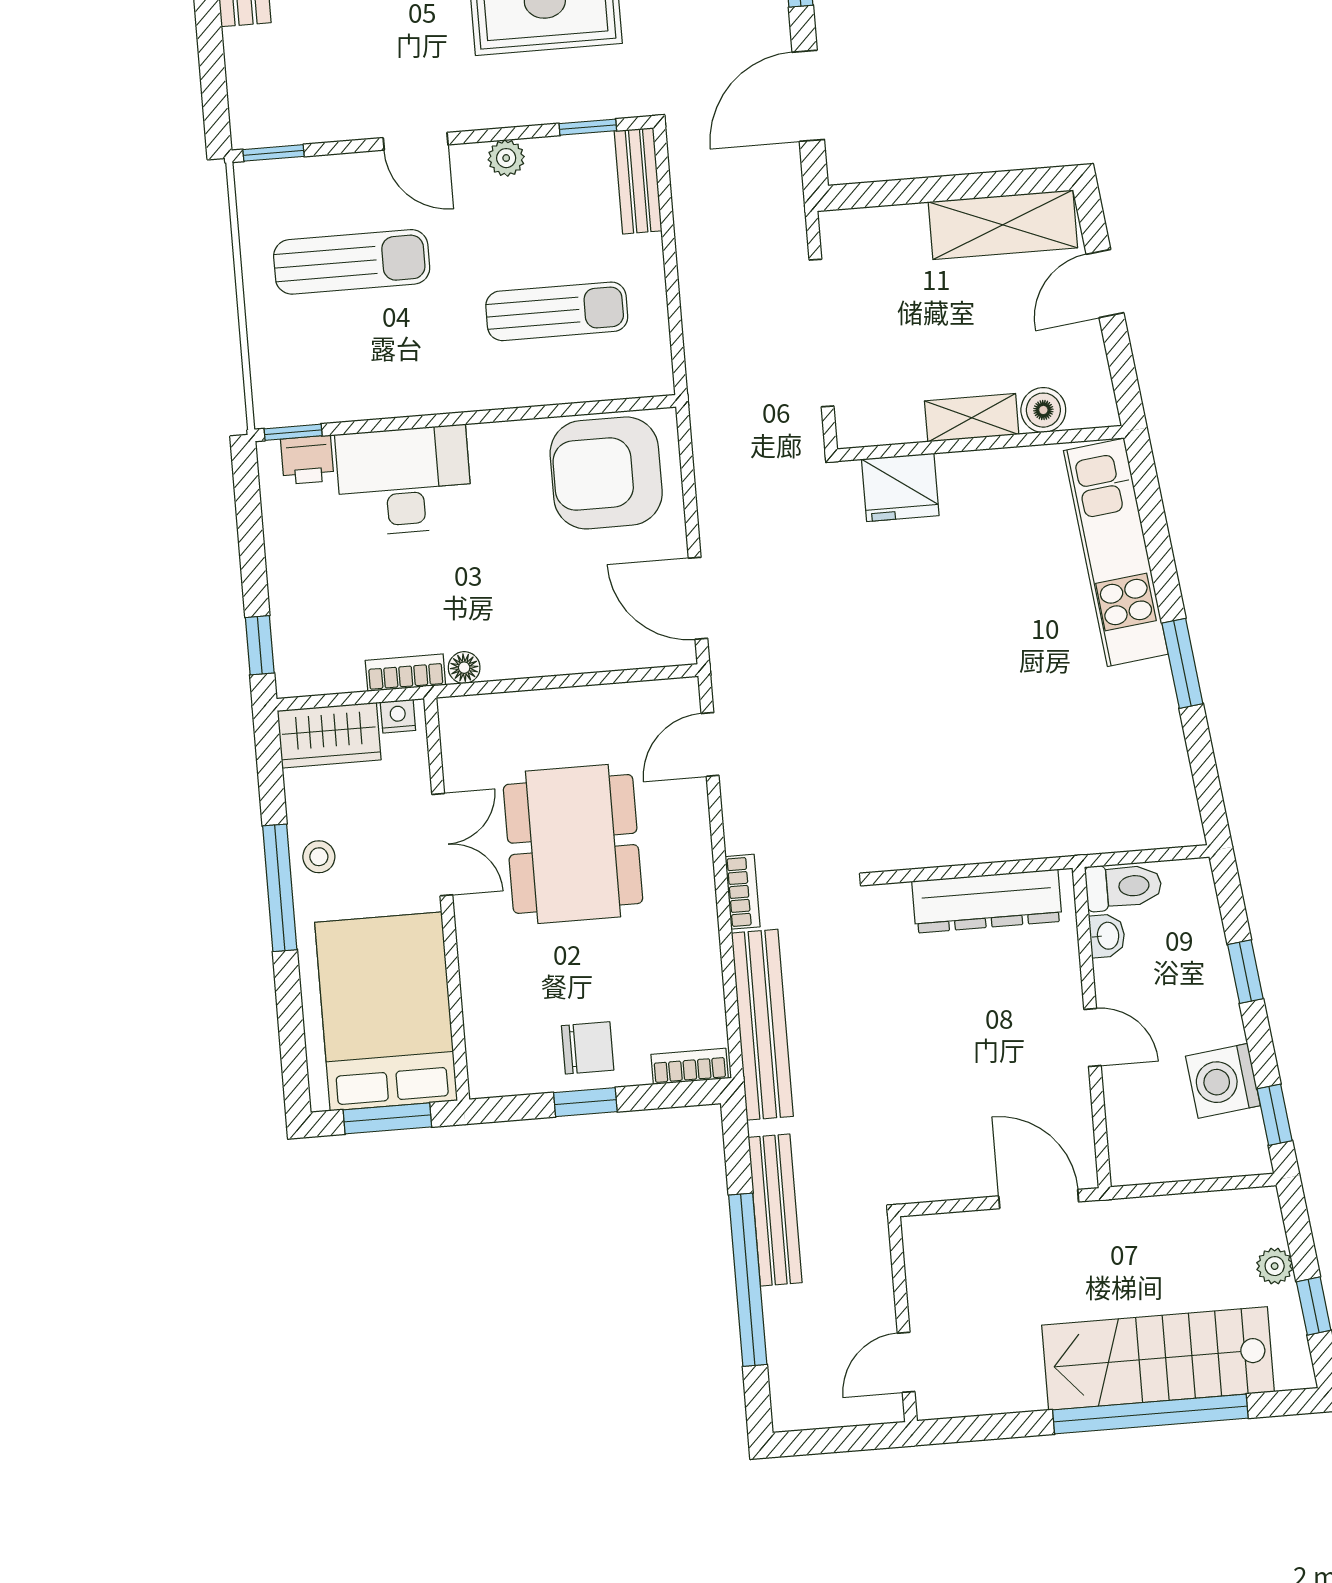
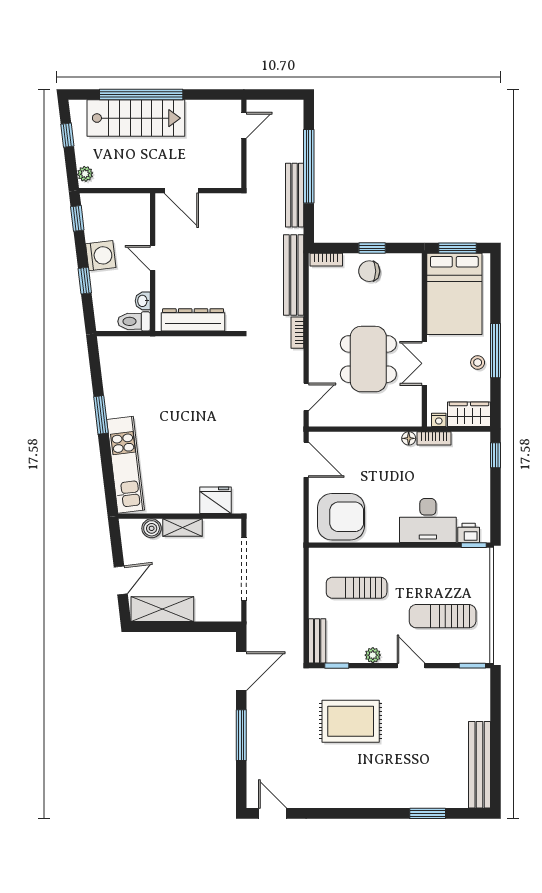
washing machine: (1223, 1081) -> (101, 256), moved
plant: (1275, 1266) -> (85, 174), moved

